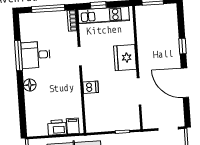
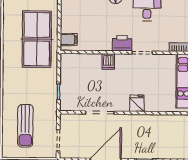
fridge: (125, 58) -> (137, 103), width x0.53, depth x0.75
printer: (57, 127) -> (122, 43), moved, turned -90

